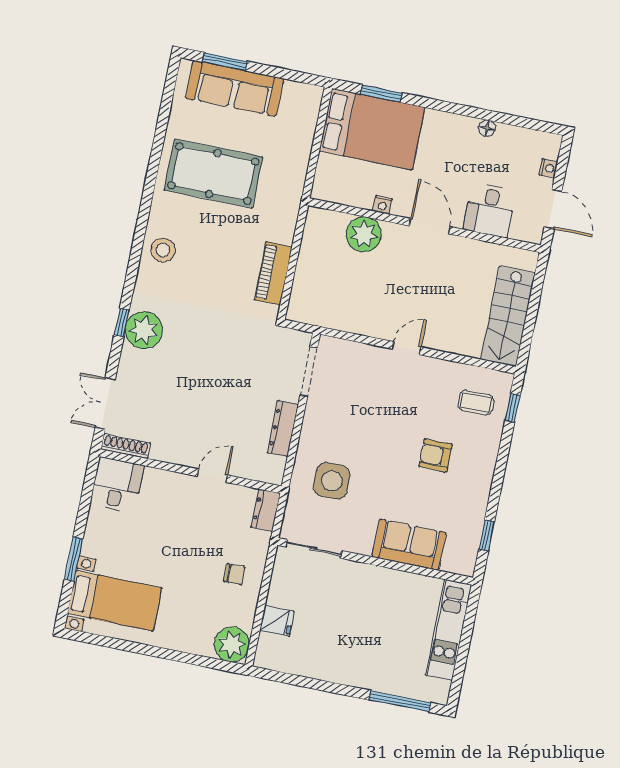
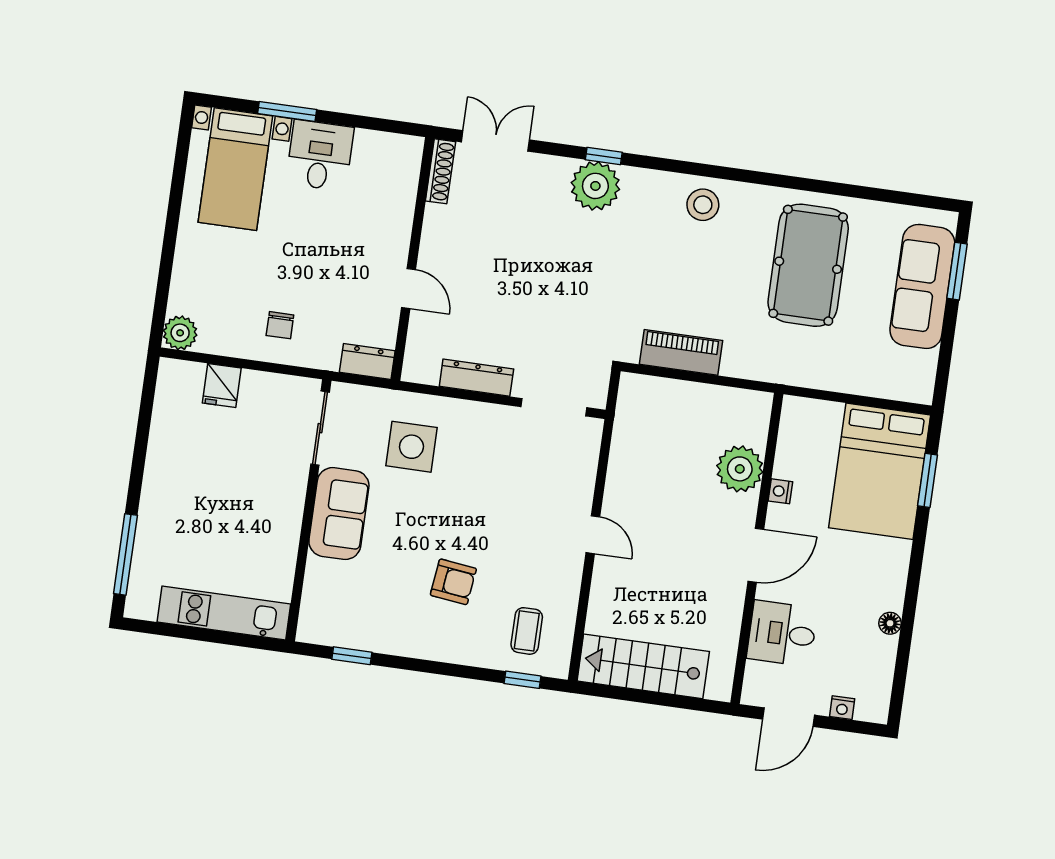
armchair: (436, 455) -> (453, 582), turned 97
desk: (117, 485) -> (320, 155), moved, turned -90
sofa: (409, 545) -> (339, 514), moved
plant: (232, 644) -> (180, 333), width x0.73, depth x0.73

